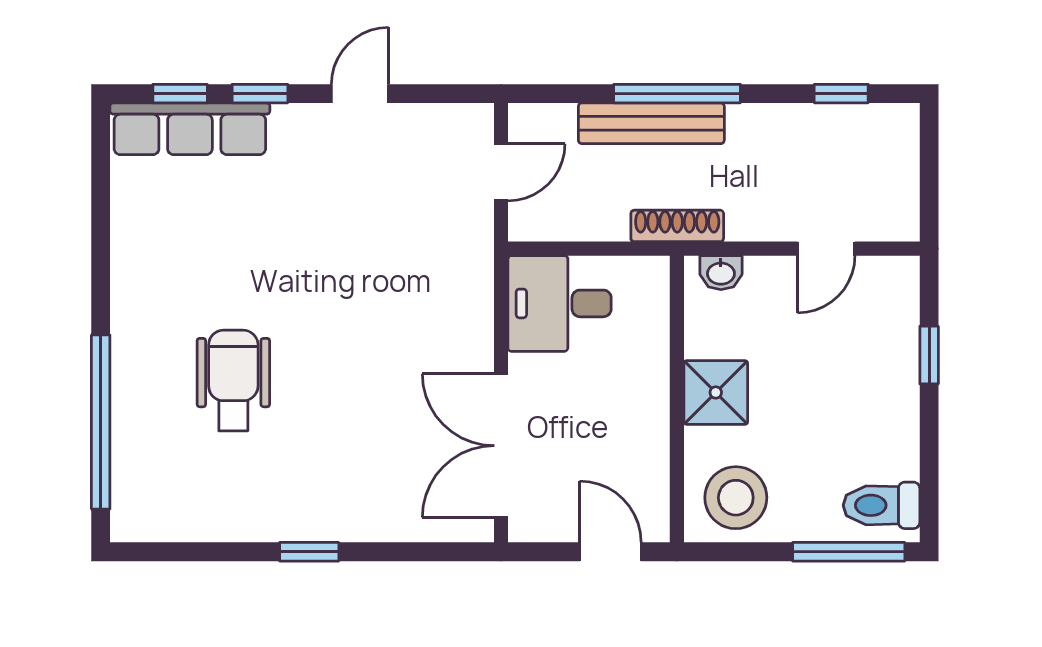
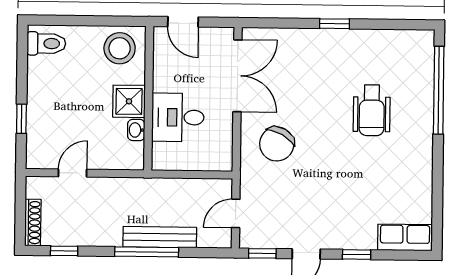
window: (180, 94) -> (262, 253), moved
row of seats: (190, 129) -> (405, 237), width x0.68
shoe rack: (677, 226) -> (33, 223), moved, turned -90
washbasin: (721, 273) -> (136, 130), moved, turned -90
desk: (560, 303) -> (178, 117), moved, turned 180
chair: (421, 311) -> (277, 144), added
window: (849, 552) -> (63, 20), removed

